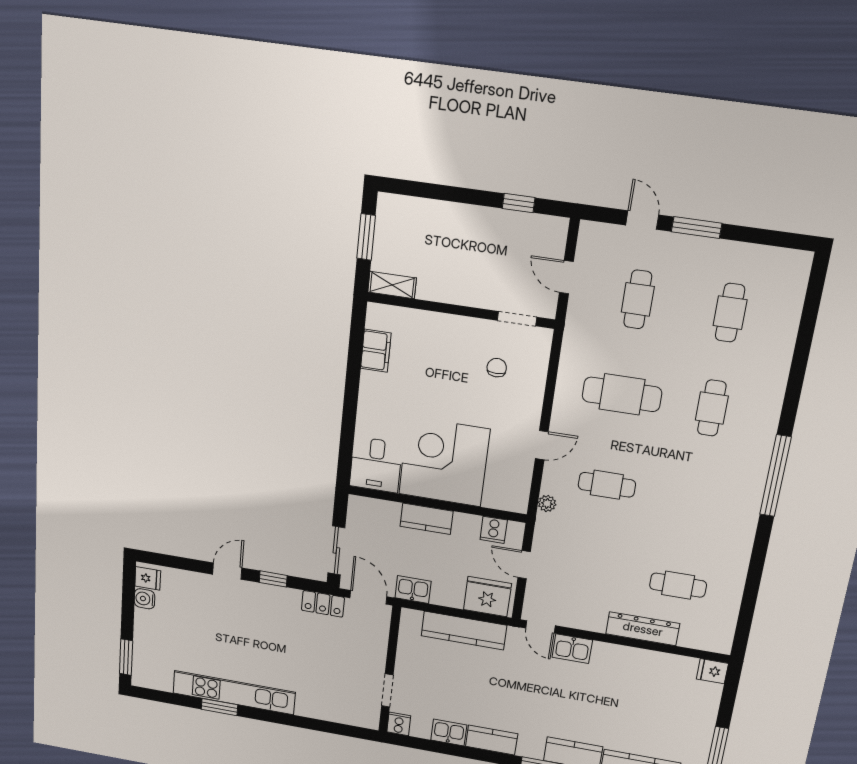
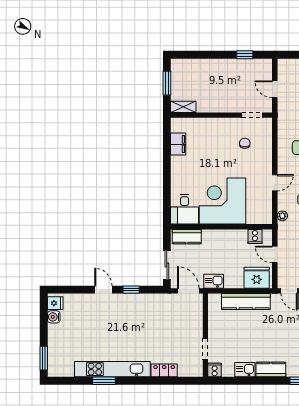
kitchen counter: (427, 519) -> (187, 237), moved
door: (227, 571) -> (103, 290), hinge flipped
locker: (323, 604) -> (164, 370), moved, turned 180

